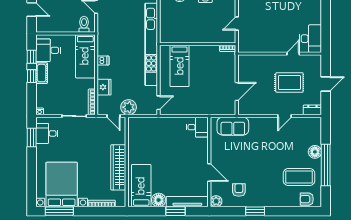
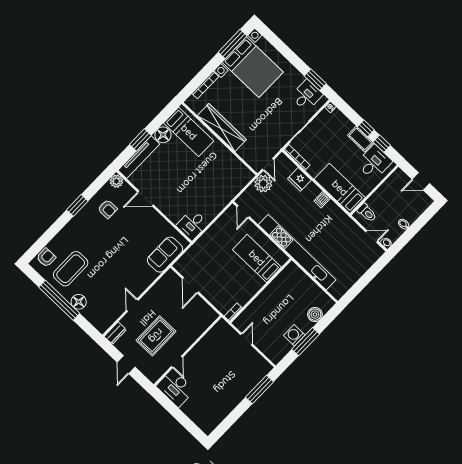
door: (114, 116) -> (268, 164), swing flipped

